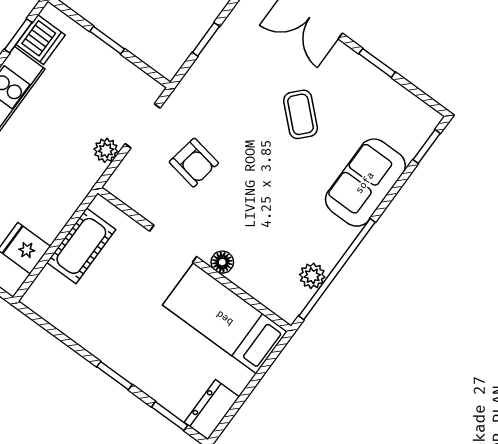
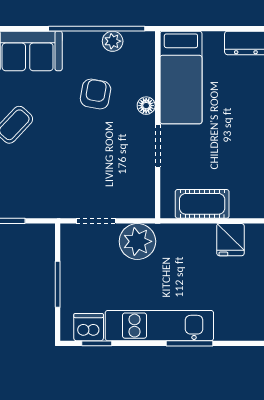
window: (107, 40) -> (58, 284), width x1.50
plant: (106, 150) -> (137, 241), width x1.88, depth x1.88
armchair: (194, 163) -> (96, 94), moved

